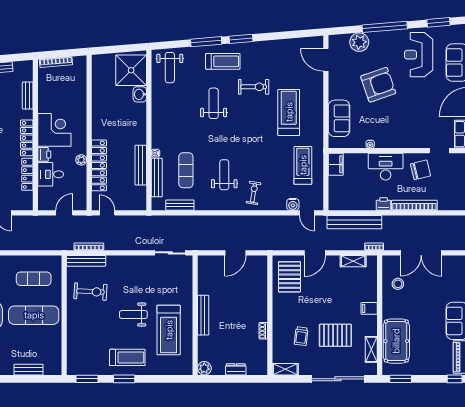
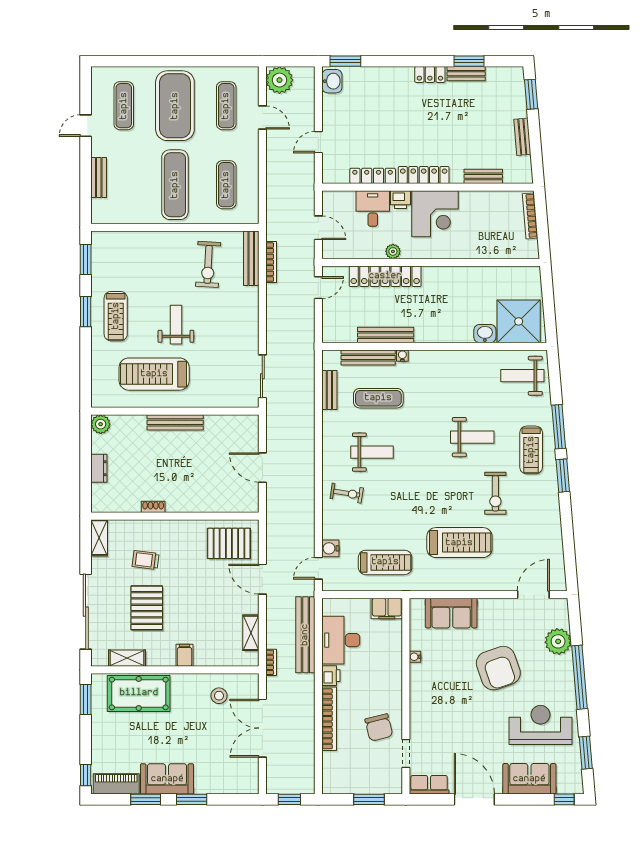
desk: (386, 167) -> (341, 640), moved, turned 180

